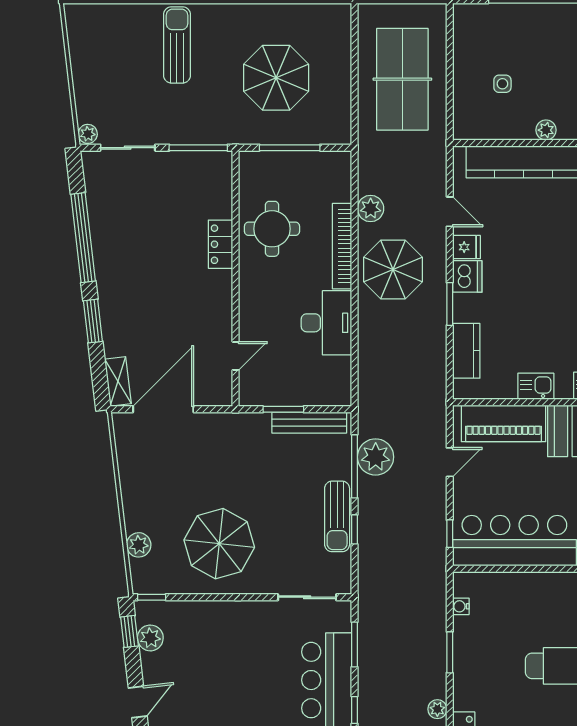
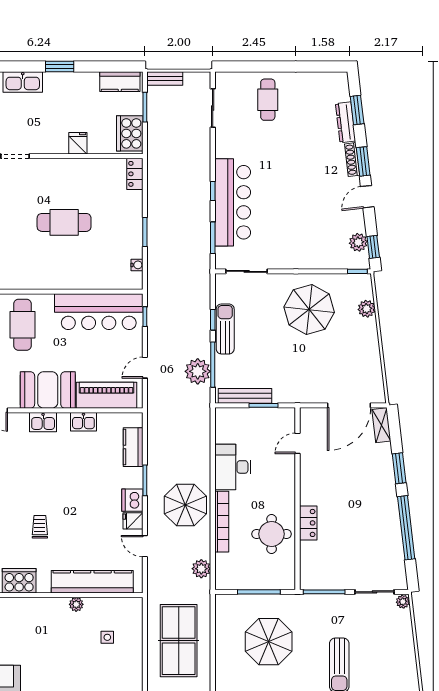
plant: (371, 209) -> (201, 569), moved
plant: (437, 709) -> (154, 192), removed

